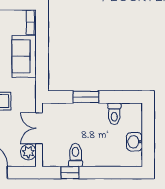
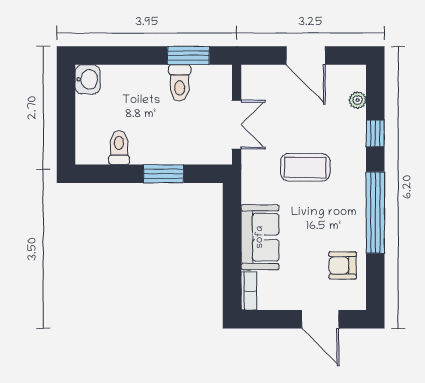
washbasin: (134, 142) -> (88, 79), moved
plant: (28, 152) -> (253, 88), removed
window: (70, 173) -> (188, 56), width x1.50

